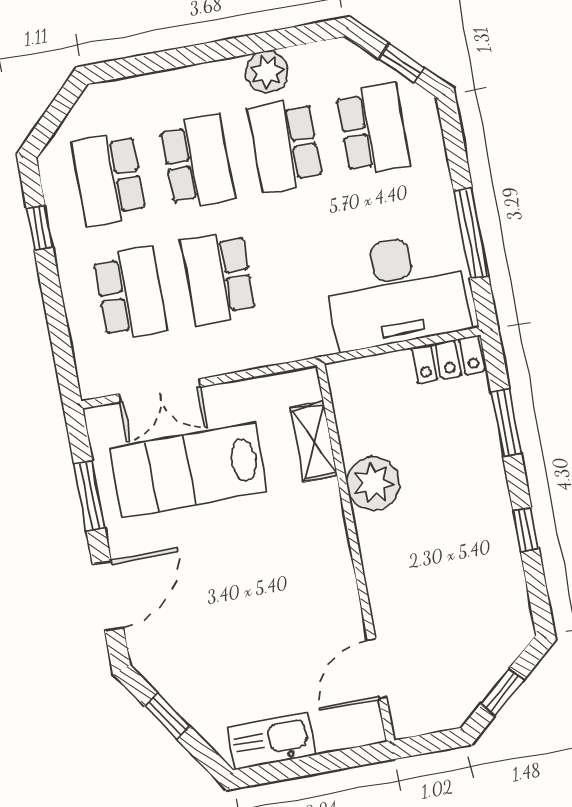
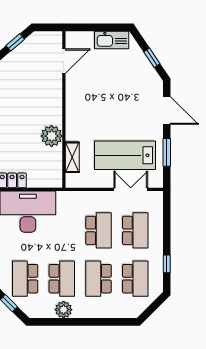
school desk: (130, 294) -> (135, 230), turned 180
lab bench: (188, 470) -> (125, 155), turned 180
door: (108, 596) -> (167, 111), swing flipped

